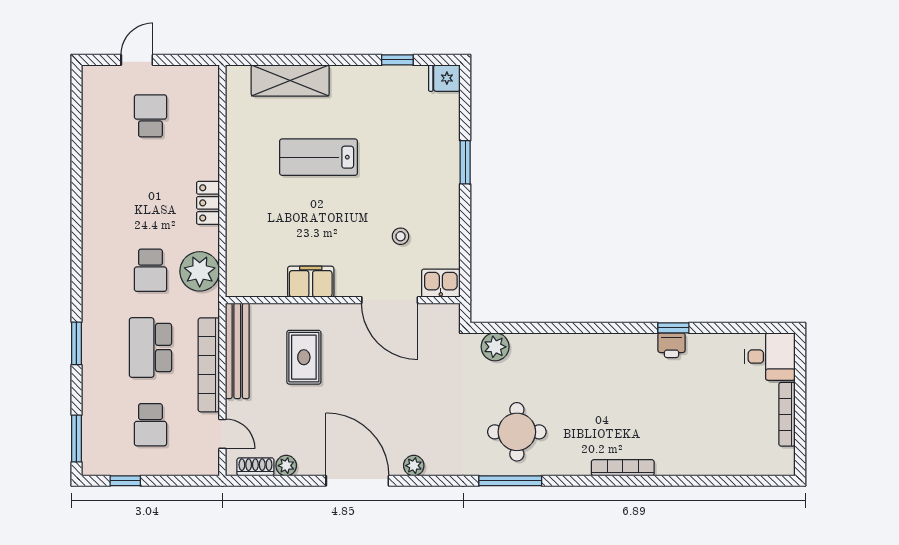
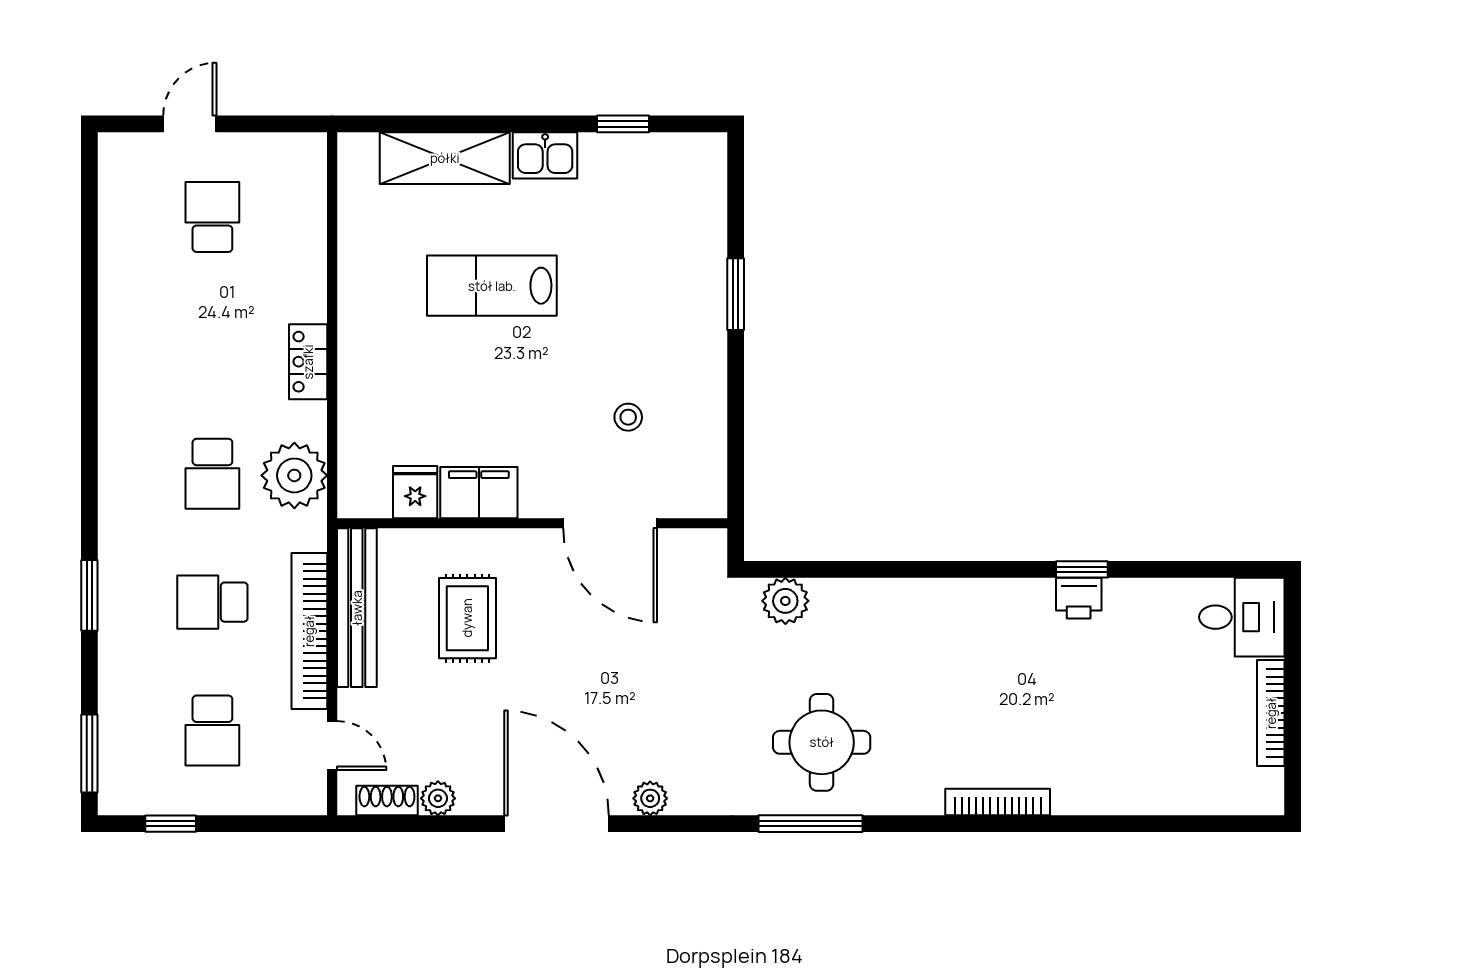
fridge: (444, 78) -> (415, 492), moved, turned 90
kitchen sink: (441, 283) -> (545, 155), moved, turned 180
school desk: (150, 348) -> (212, 602), width x0.54

